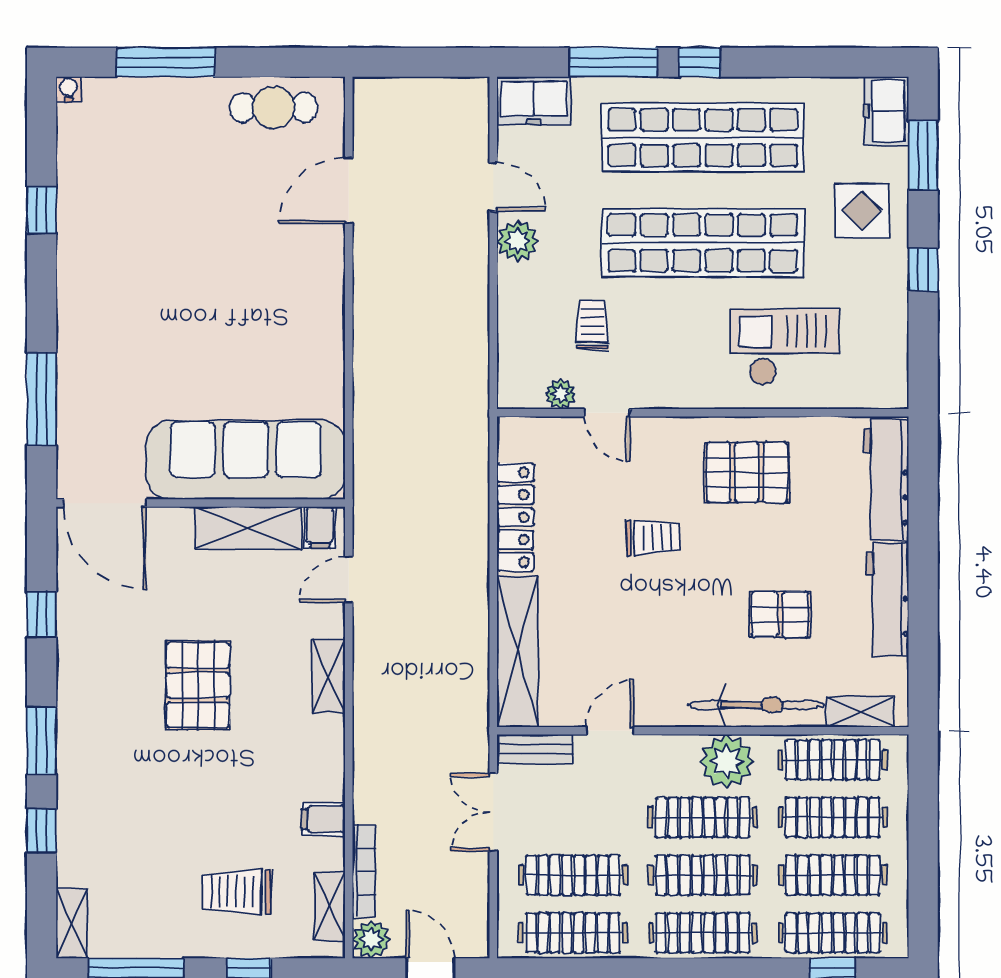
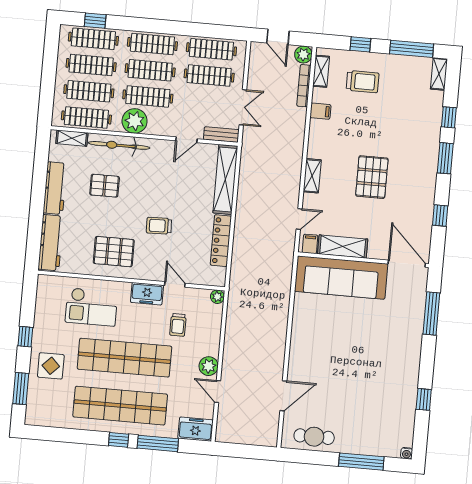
freezer: (886, 111) -> (147, 294), moved, turned 90
plant: (561, 394) -> (217, 297), moved

